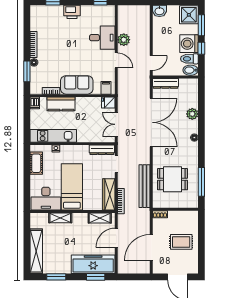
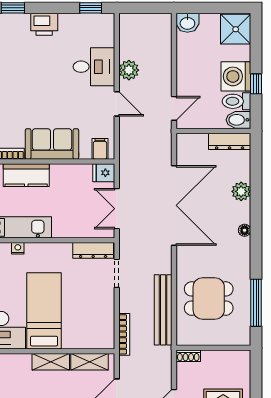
window: (201, 25) -> (256, 46), removed
dresser: (165, 83) -> (230, 141), moved
wardrobe: (109, 194) -> (105, 323), removed
shelving: (60, 218) -> (51, 362), moved

